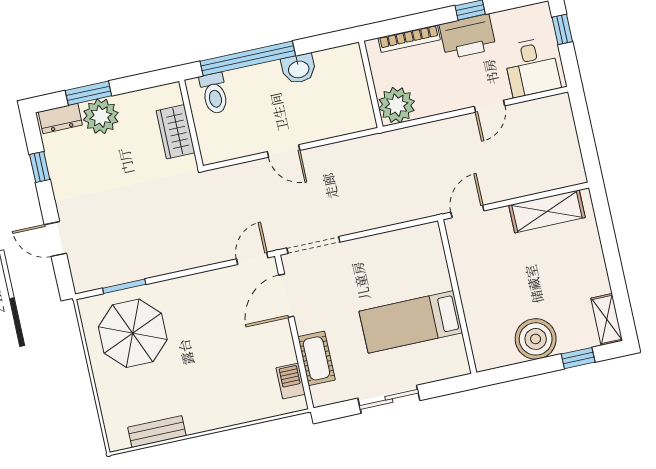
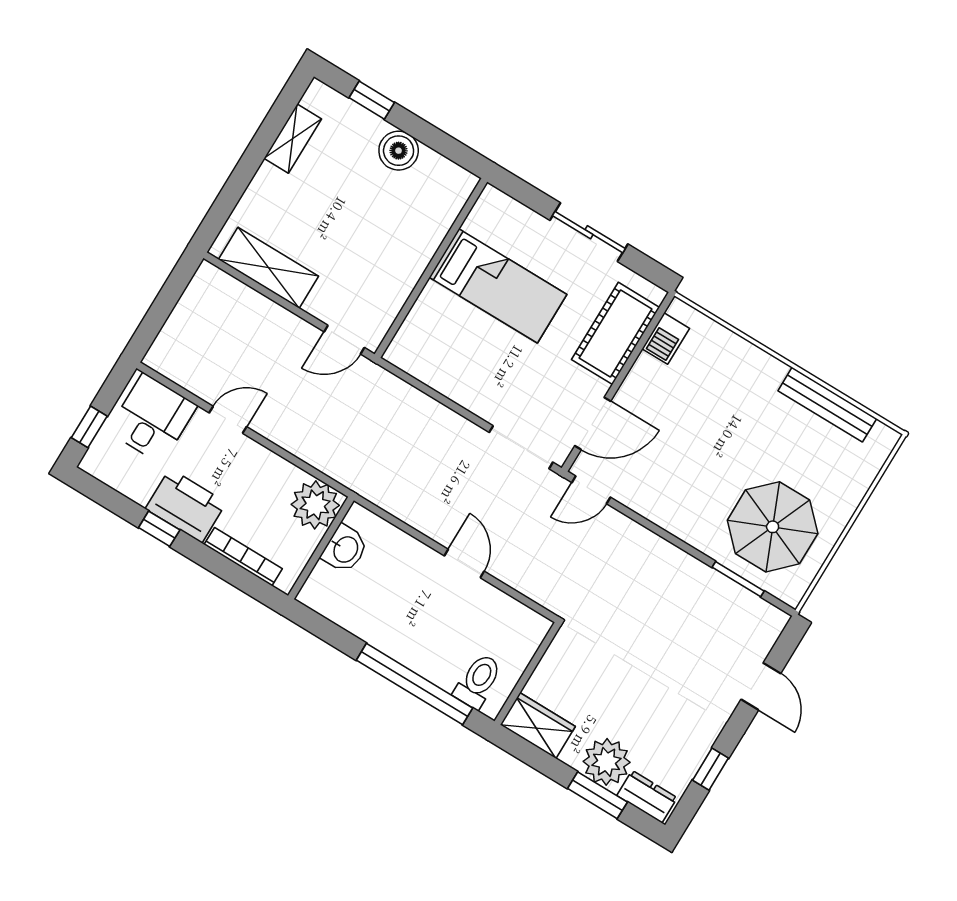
washbasin: (299, 69) -> (345, 549), moved, turned 90
wardrobe: (175, 132) -> (538, 725), moved, turned -90
shelving: (607, 319) -> (293, 139), moved
boiler: (536, 339) -> (399, 151), width x0.73, depth x0.73
cot: (316, 358) -> (615, 333), width x1.37, depth x1.34
bench: (157, 432) -> (827, 405), width x1.36

